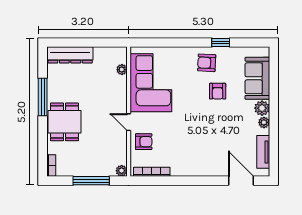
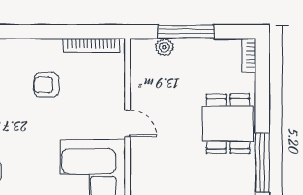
armchair: (144, 142) -> (46, 85), moved
plant: (122, 171) -> (164, 47), moved

